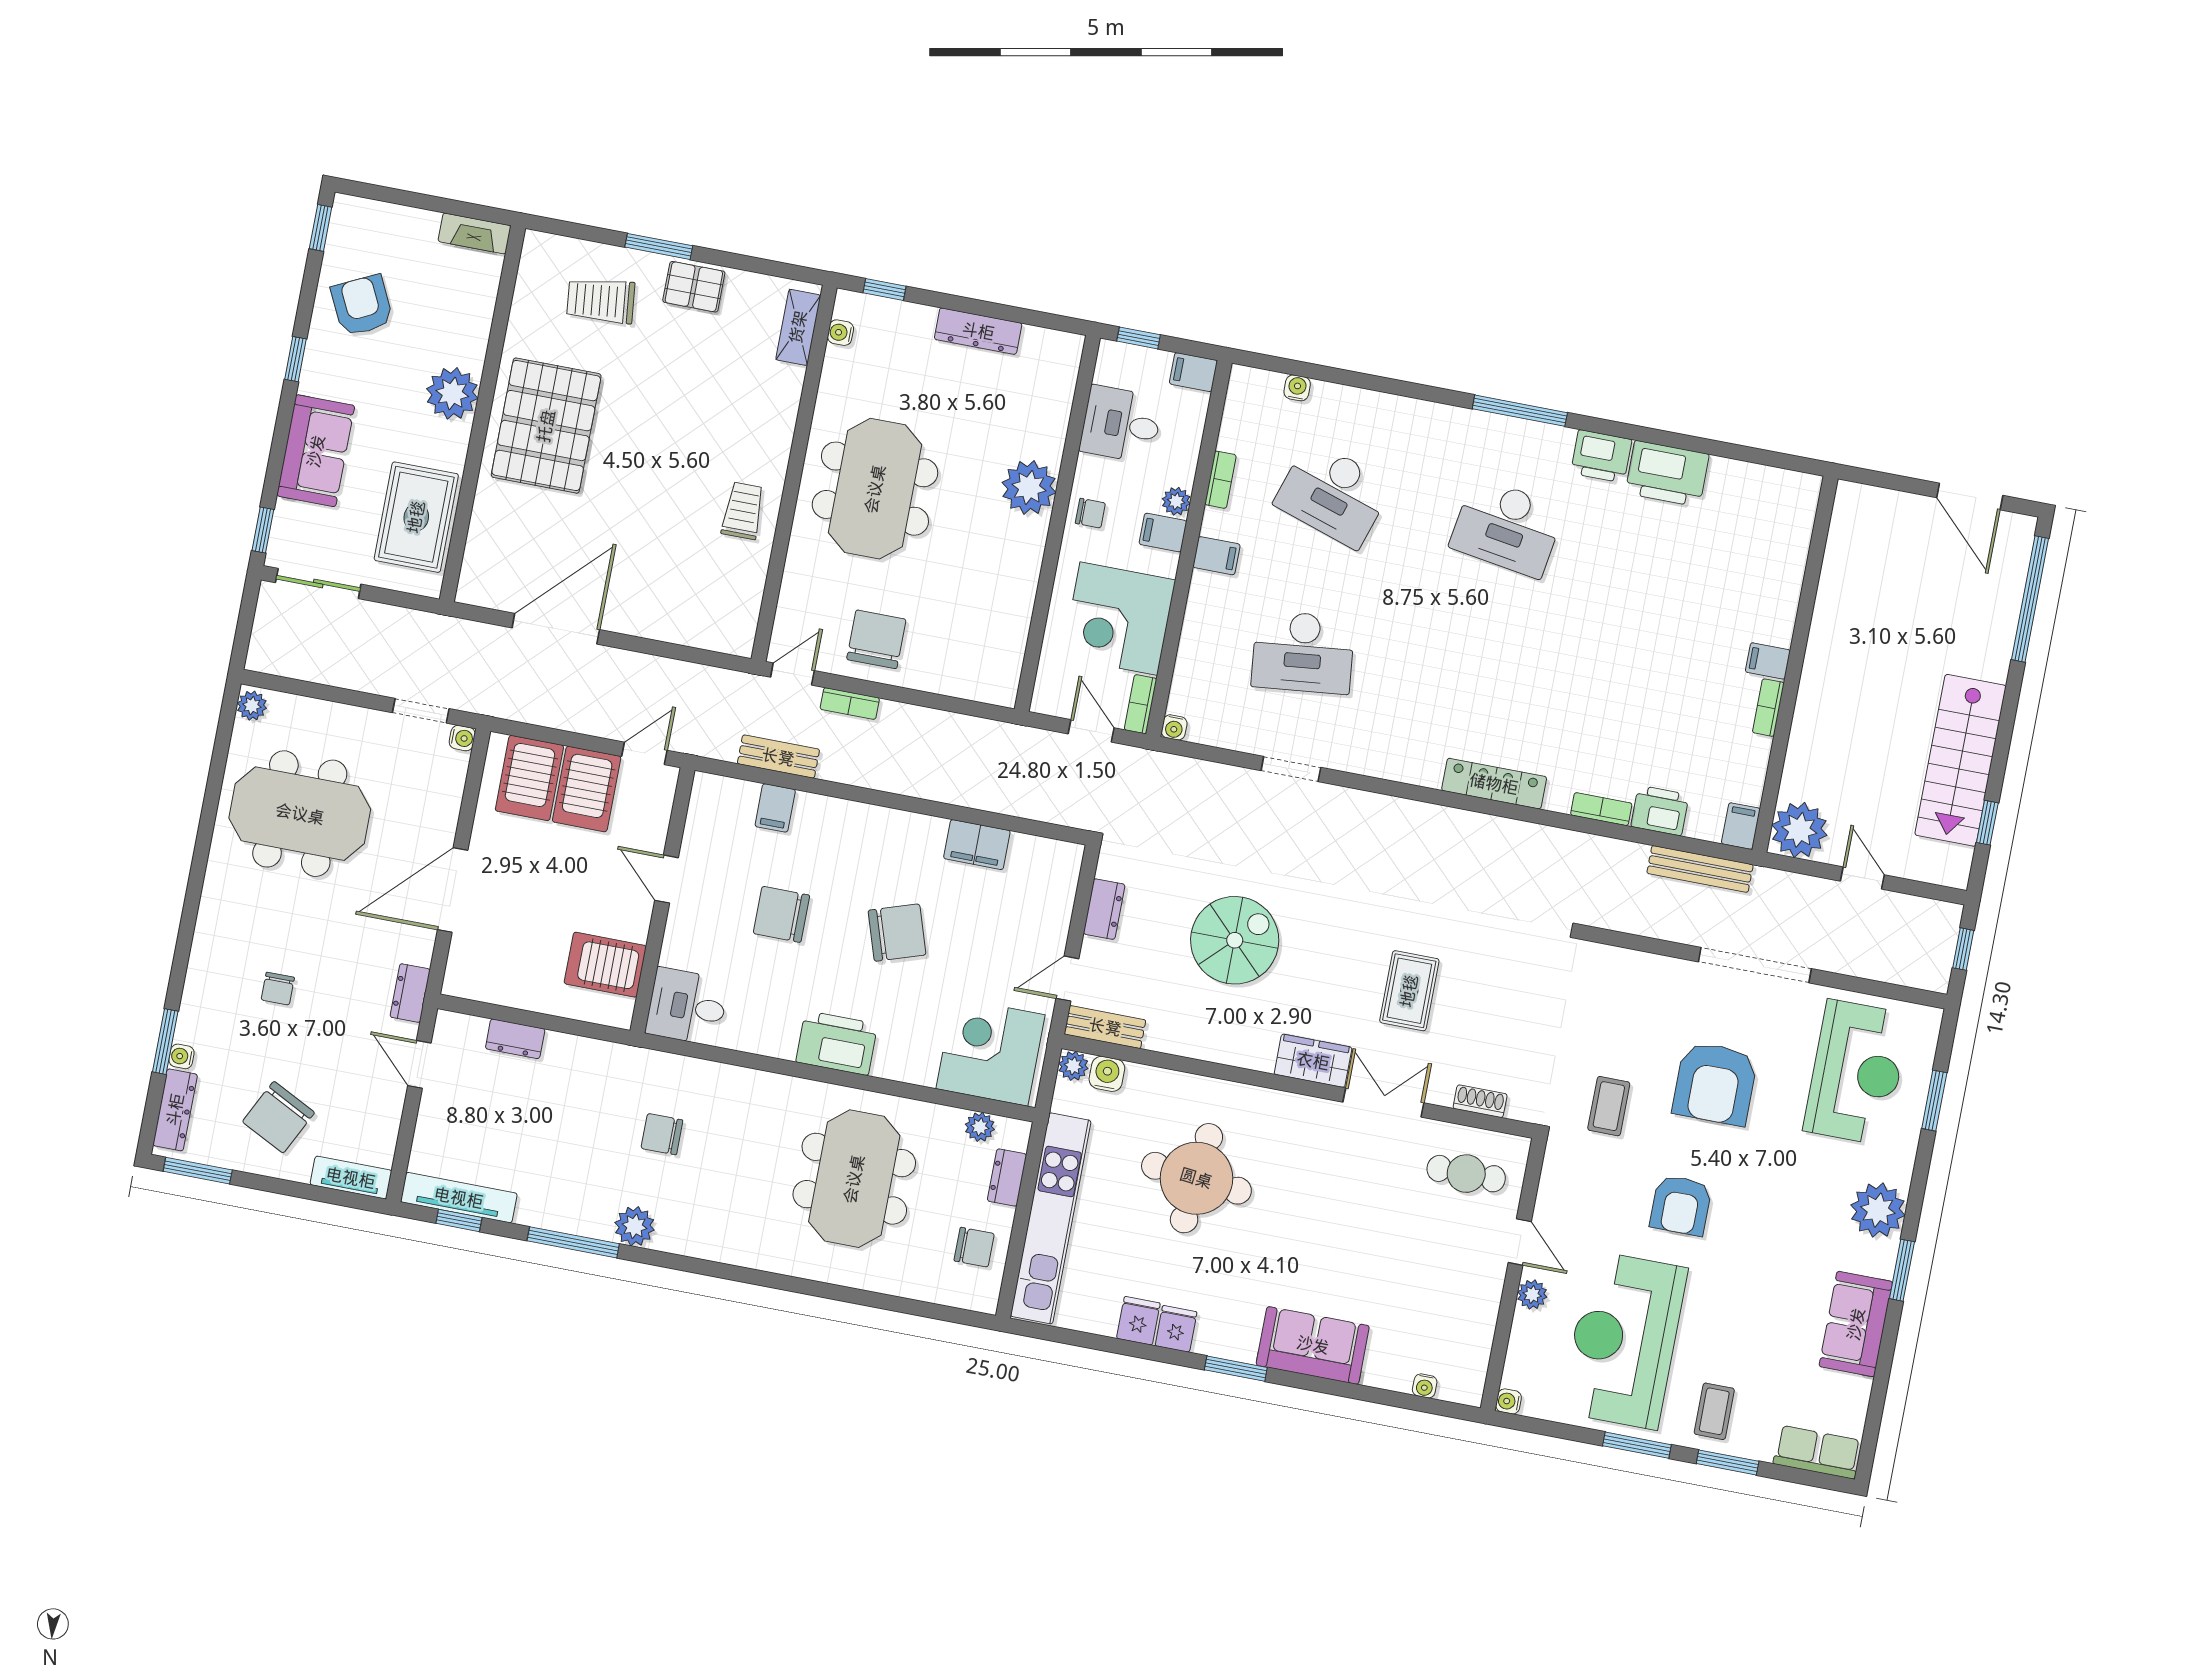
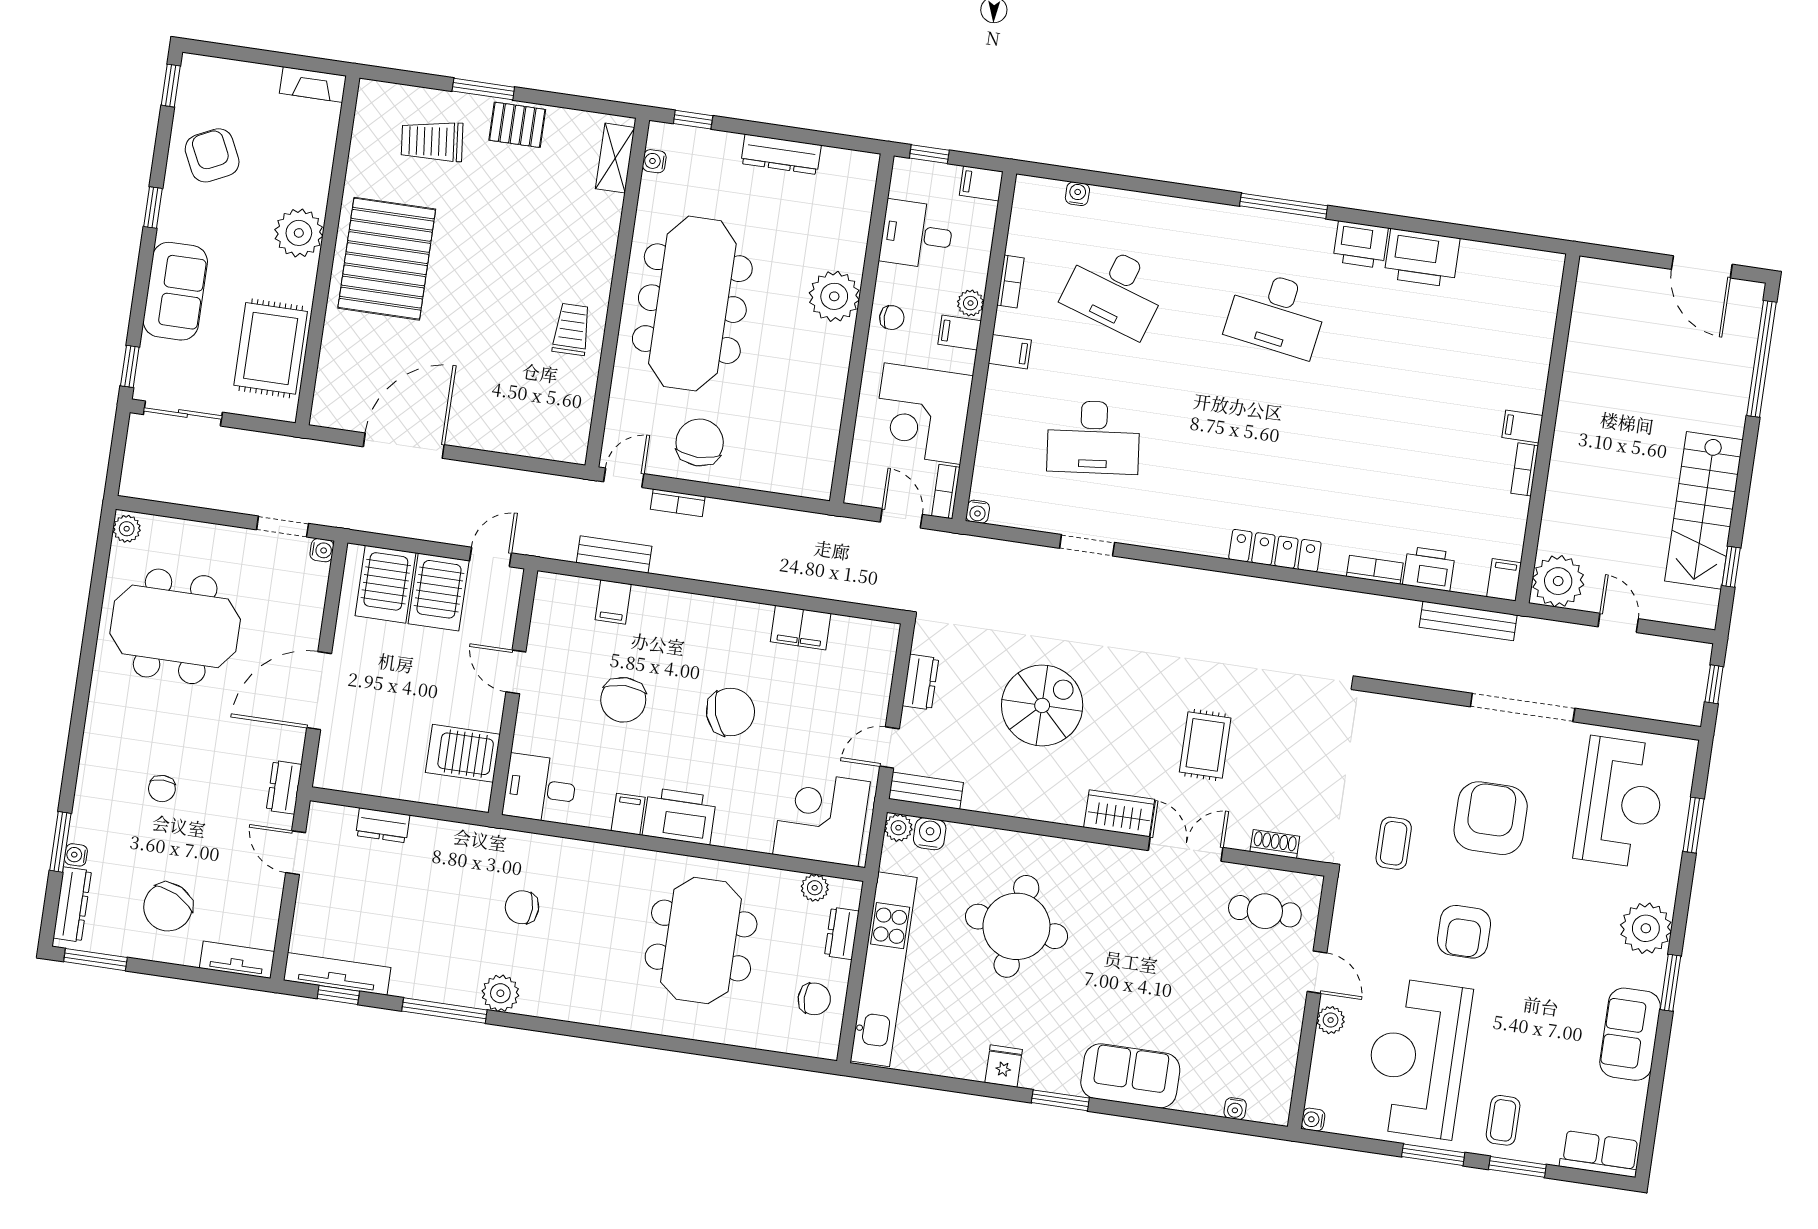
meeting table: (875, 489) -> (692, 304), width x1.36
chair: (781, 914) -> (623, 700), turned -90
filing cabinet: (781, 1038) -> (628, 814), added
armchair: (1715, 1083) -> (1491, 818), turned 180
fridge: (1138, 1321) -> (969, 1060), removed

